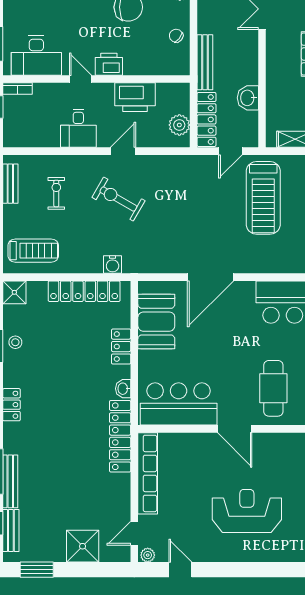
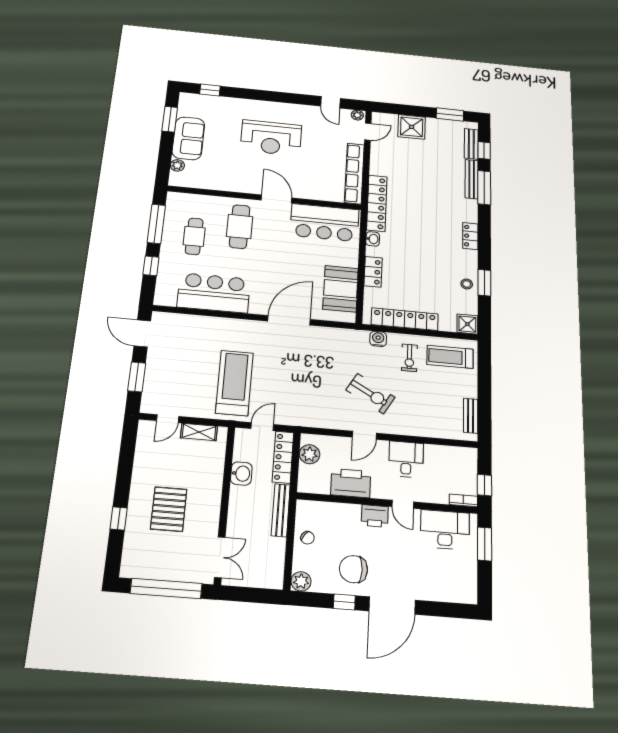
exercise bike: (56, 193) -> (409, 358), moved

